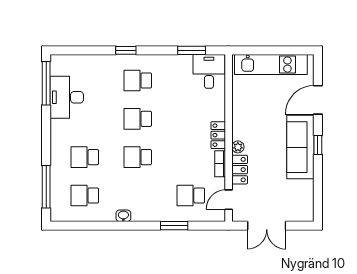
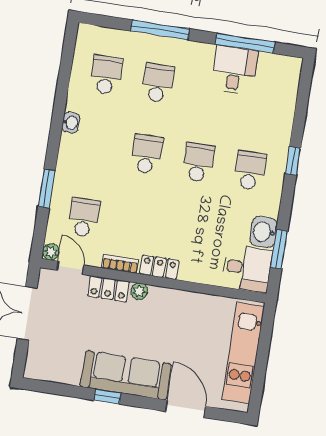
washbasin: (181, 64) -> (263, 232), added
window: (46, 83) -> (245, 43), moved
desk: (67, 97) -> (234, 70), width x0.73
window: (318, 145) -> (107, 397), moved
window: (46, 187) -> (160, 30), moved
plant: (219, 215) -> (51, 252), added

